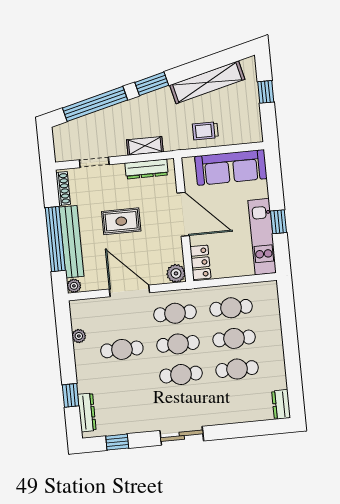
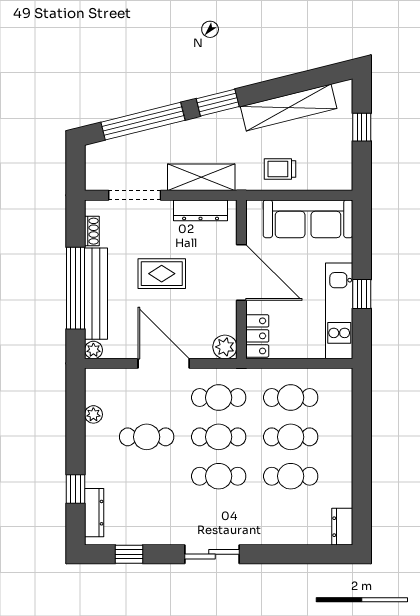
shelving: (145, 146) -> (201, 177), width x1.50, depth x1.33
doorway: (94, 162) -> (135, 195), width x1.38
shoe rack: (63, 188) -> (92, 231), width x0.70

